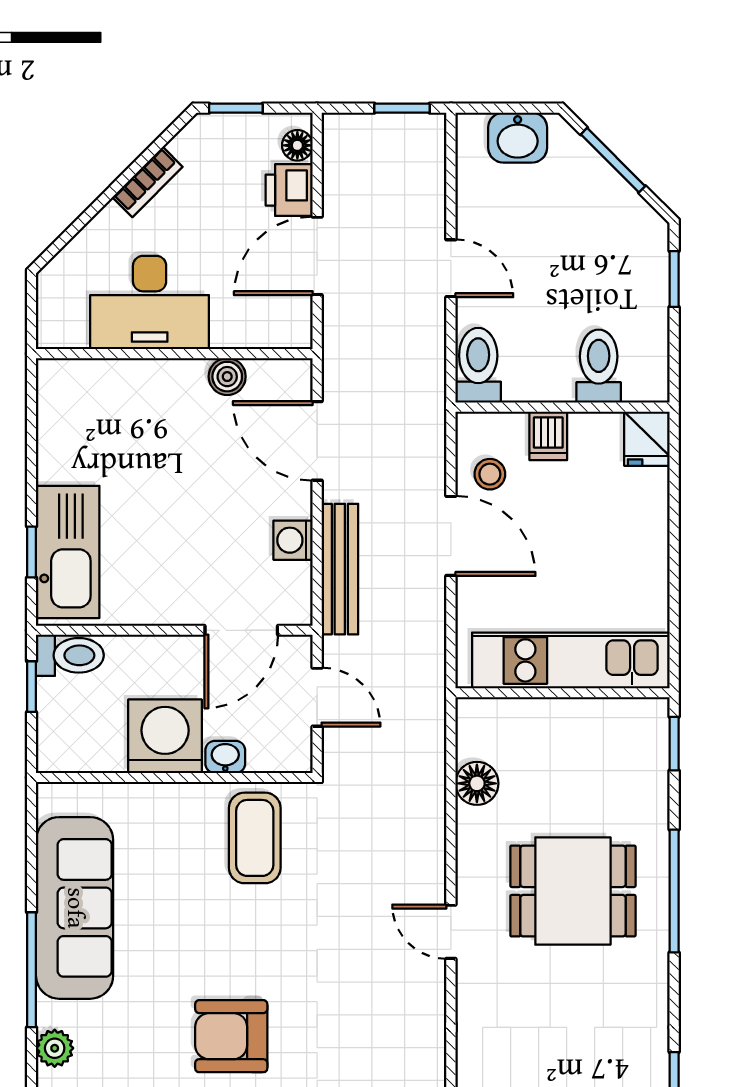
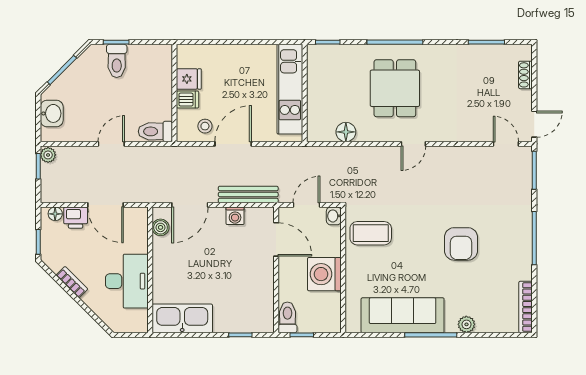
plant: (427, 130) -> (48, 155), added
toilet: (599, 366) -> (117, 61), moved, turned -90
boiler: (227, 377) -> (161, 227), moved
fridge: (647, 439) -> (189, 79), moved
kitchen sink: (68, 552) -> (182, 318), moved
washbasin: (225, 757) -> (334, 216), moved

